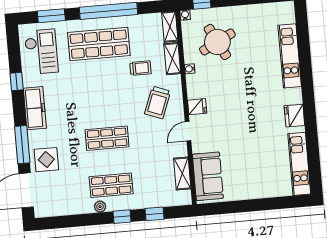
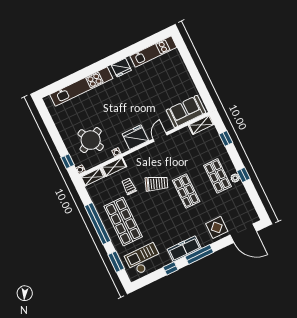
kitchen unit: (290, 56) -> (81, 87), width x1.36
trolley: (158, 102) -> (157, 184), moved
fridge: (197, 107) -> (135, 137), width x1.88, depth x1.34
door: (188, 131) -> (160, 137), swing flipped
window: (22, 145) -> (199, 255), moved
shelving: (182, 173) -> (201, 125), moved
window: (122, 217) -> (244, 175), moved

